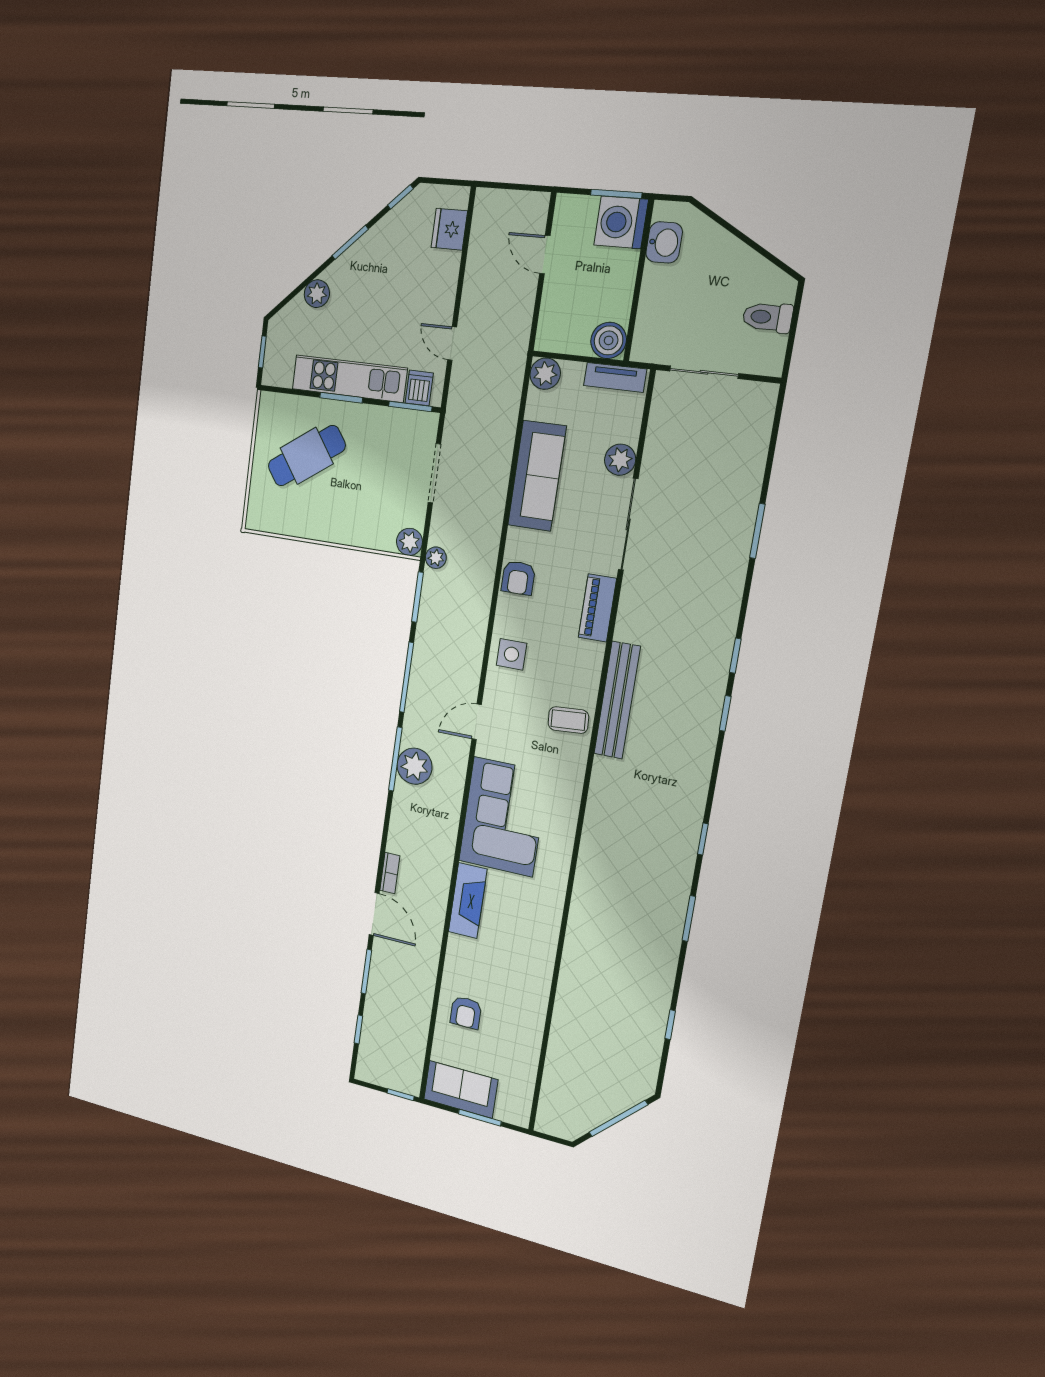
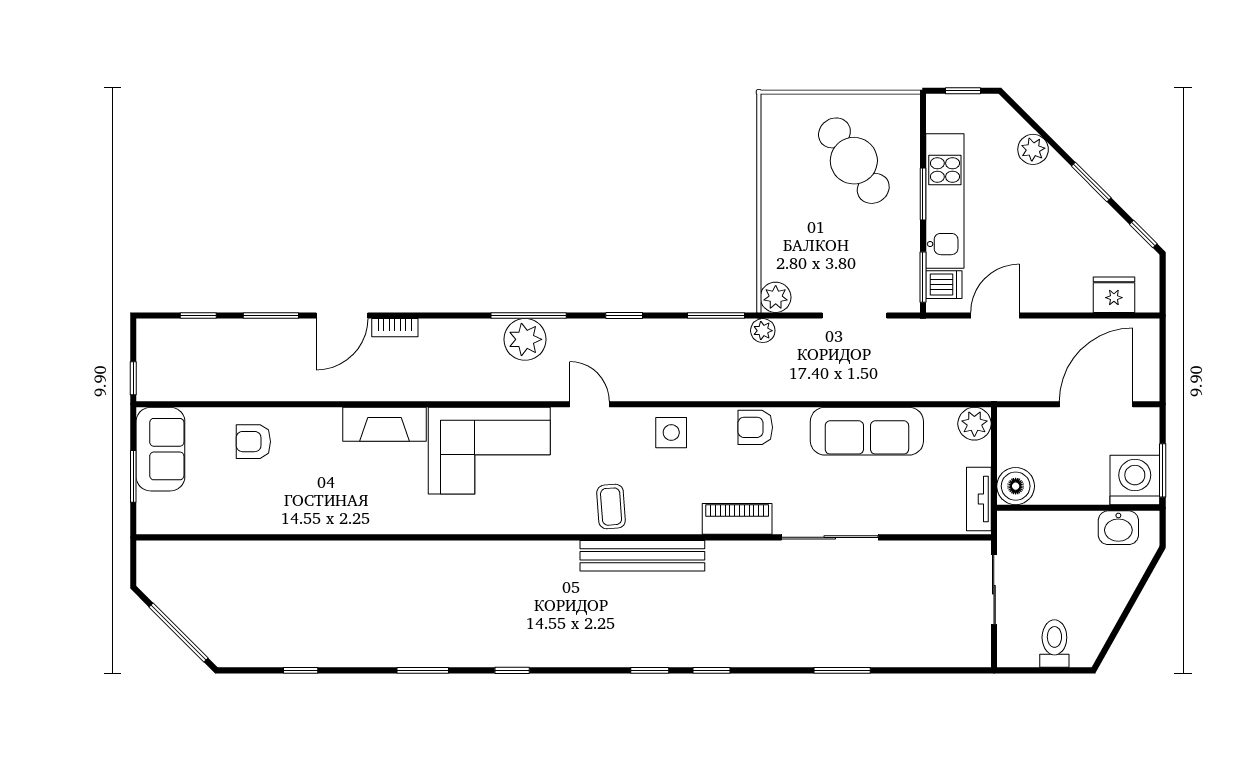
door: (545, 255) -> (1096, 404), width x1.88
door: (452, 343) -> (995, 315), width x1.38
plant: (620, 460) -> (895, 518), removed
window: (407, 677) -> (624, 315), width x0.46

